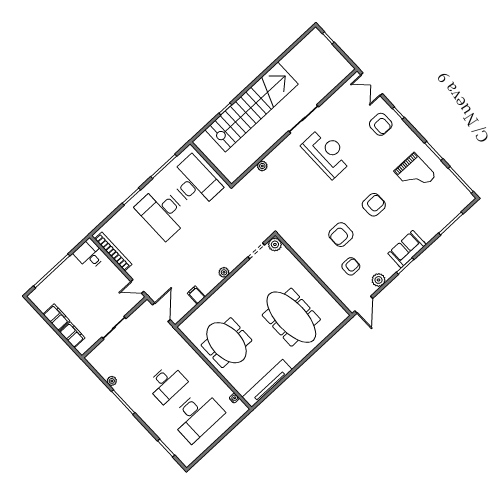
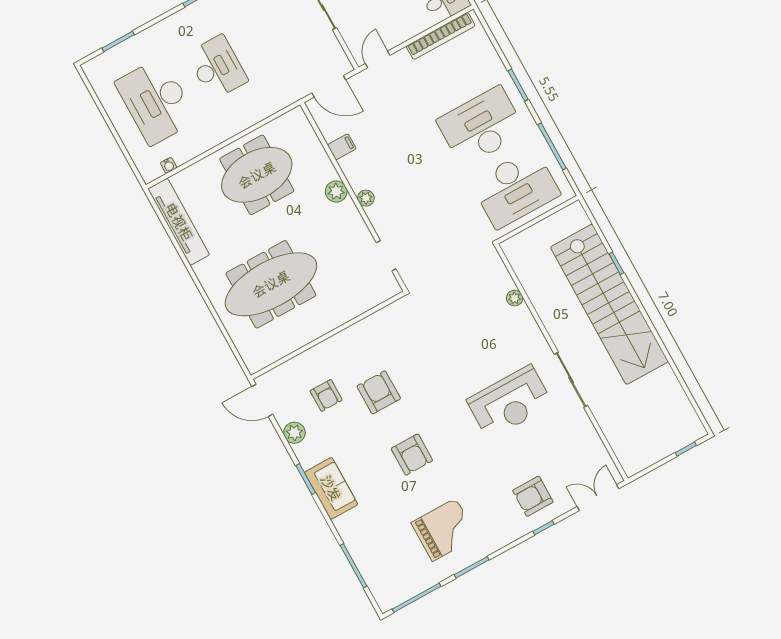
grand piano: (415, 173) -> (444, 530), turned 180
plant: (275, 244) -> (336, 191), moved
desk: (167, 383) -> (217, 67), turned 180

